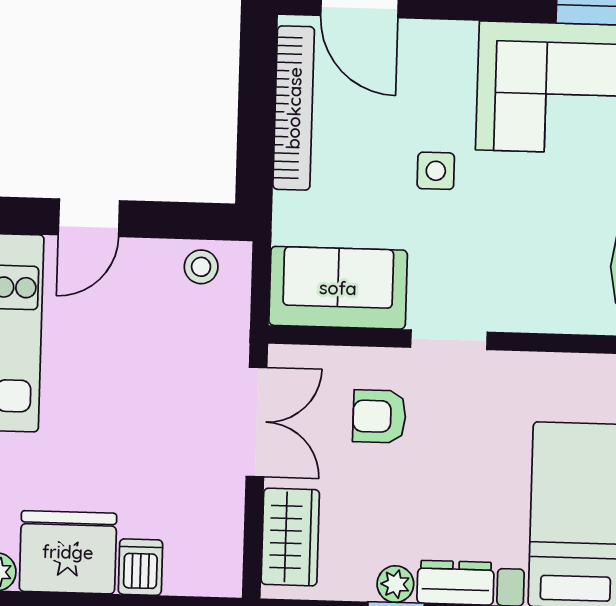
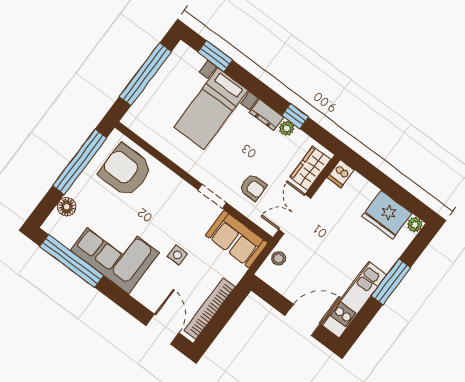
door: (89, 218) -> (302, 320), width x1.38
stool: (201, 267) -> (279, 258), moved
dishwasher: (140, 567) -> (341, 174), moved

